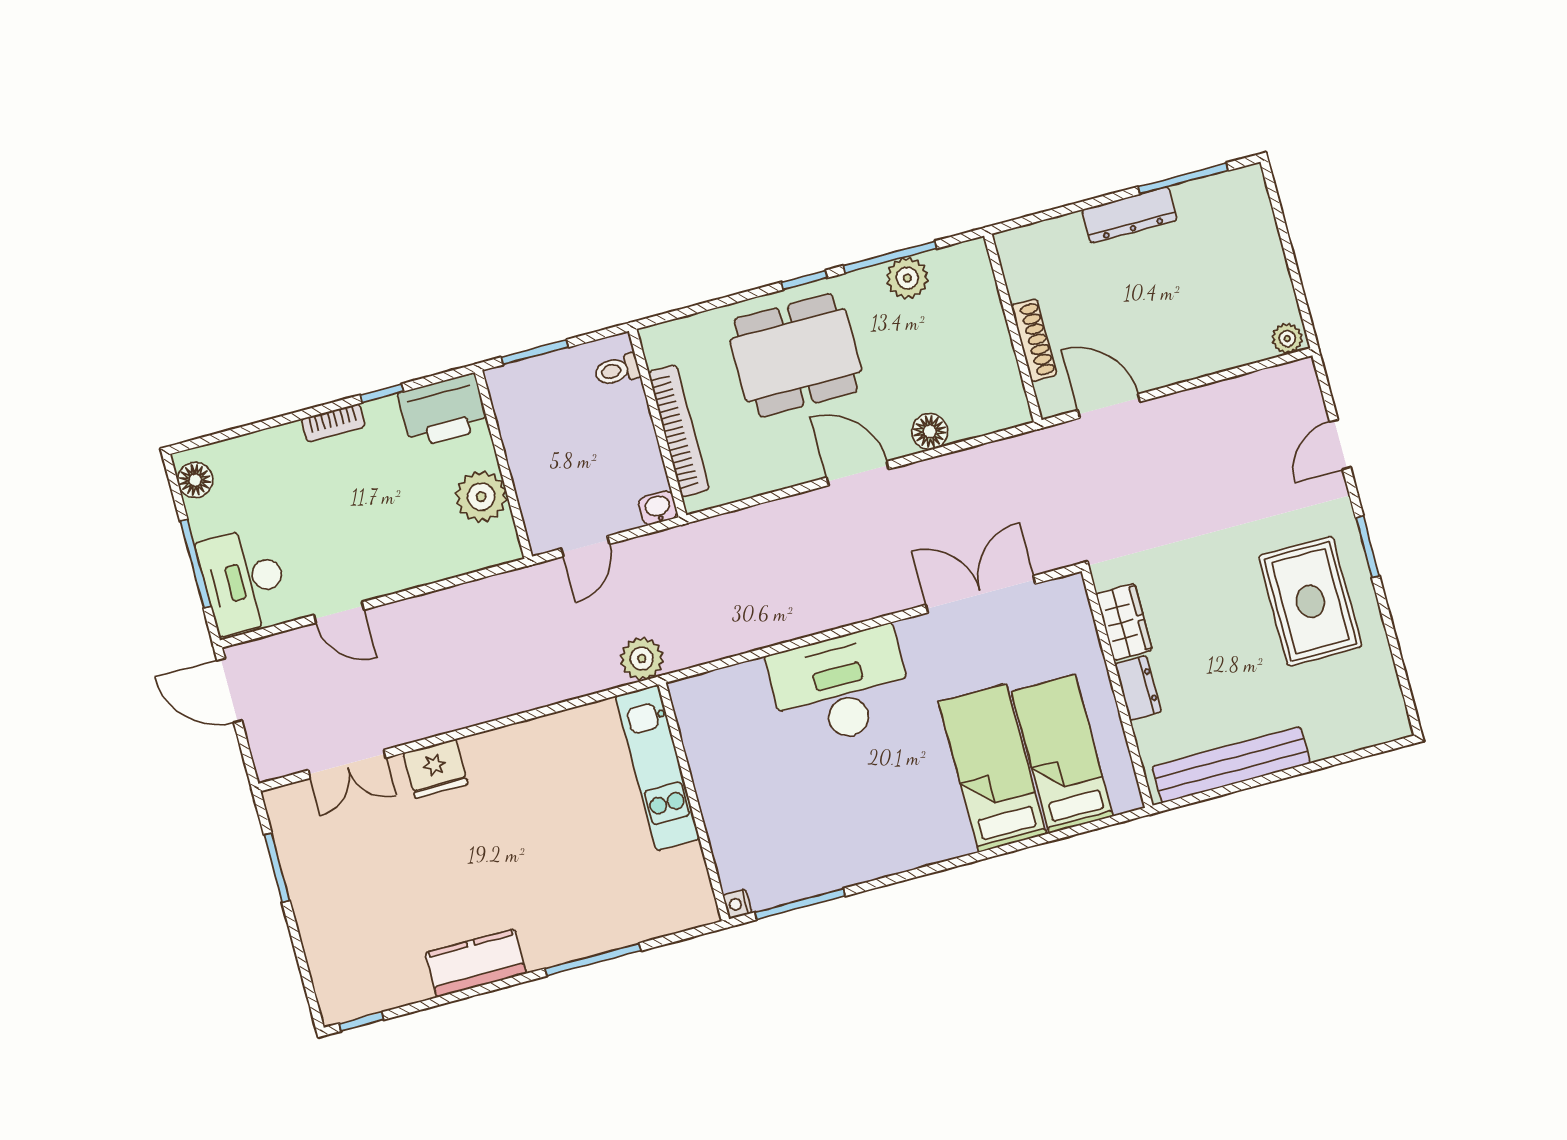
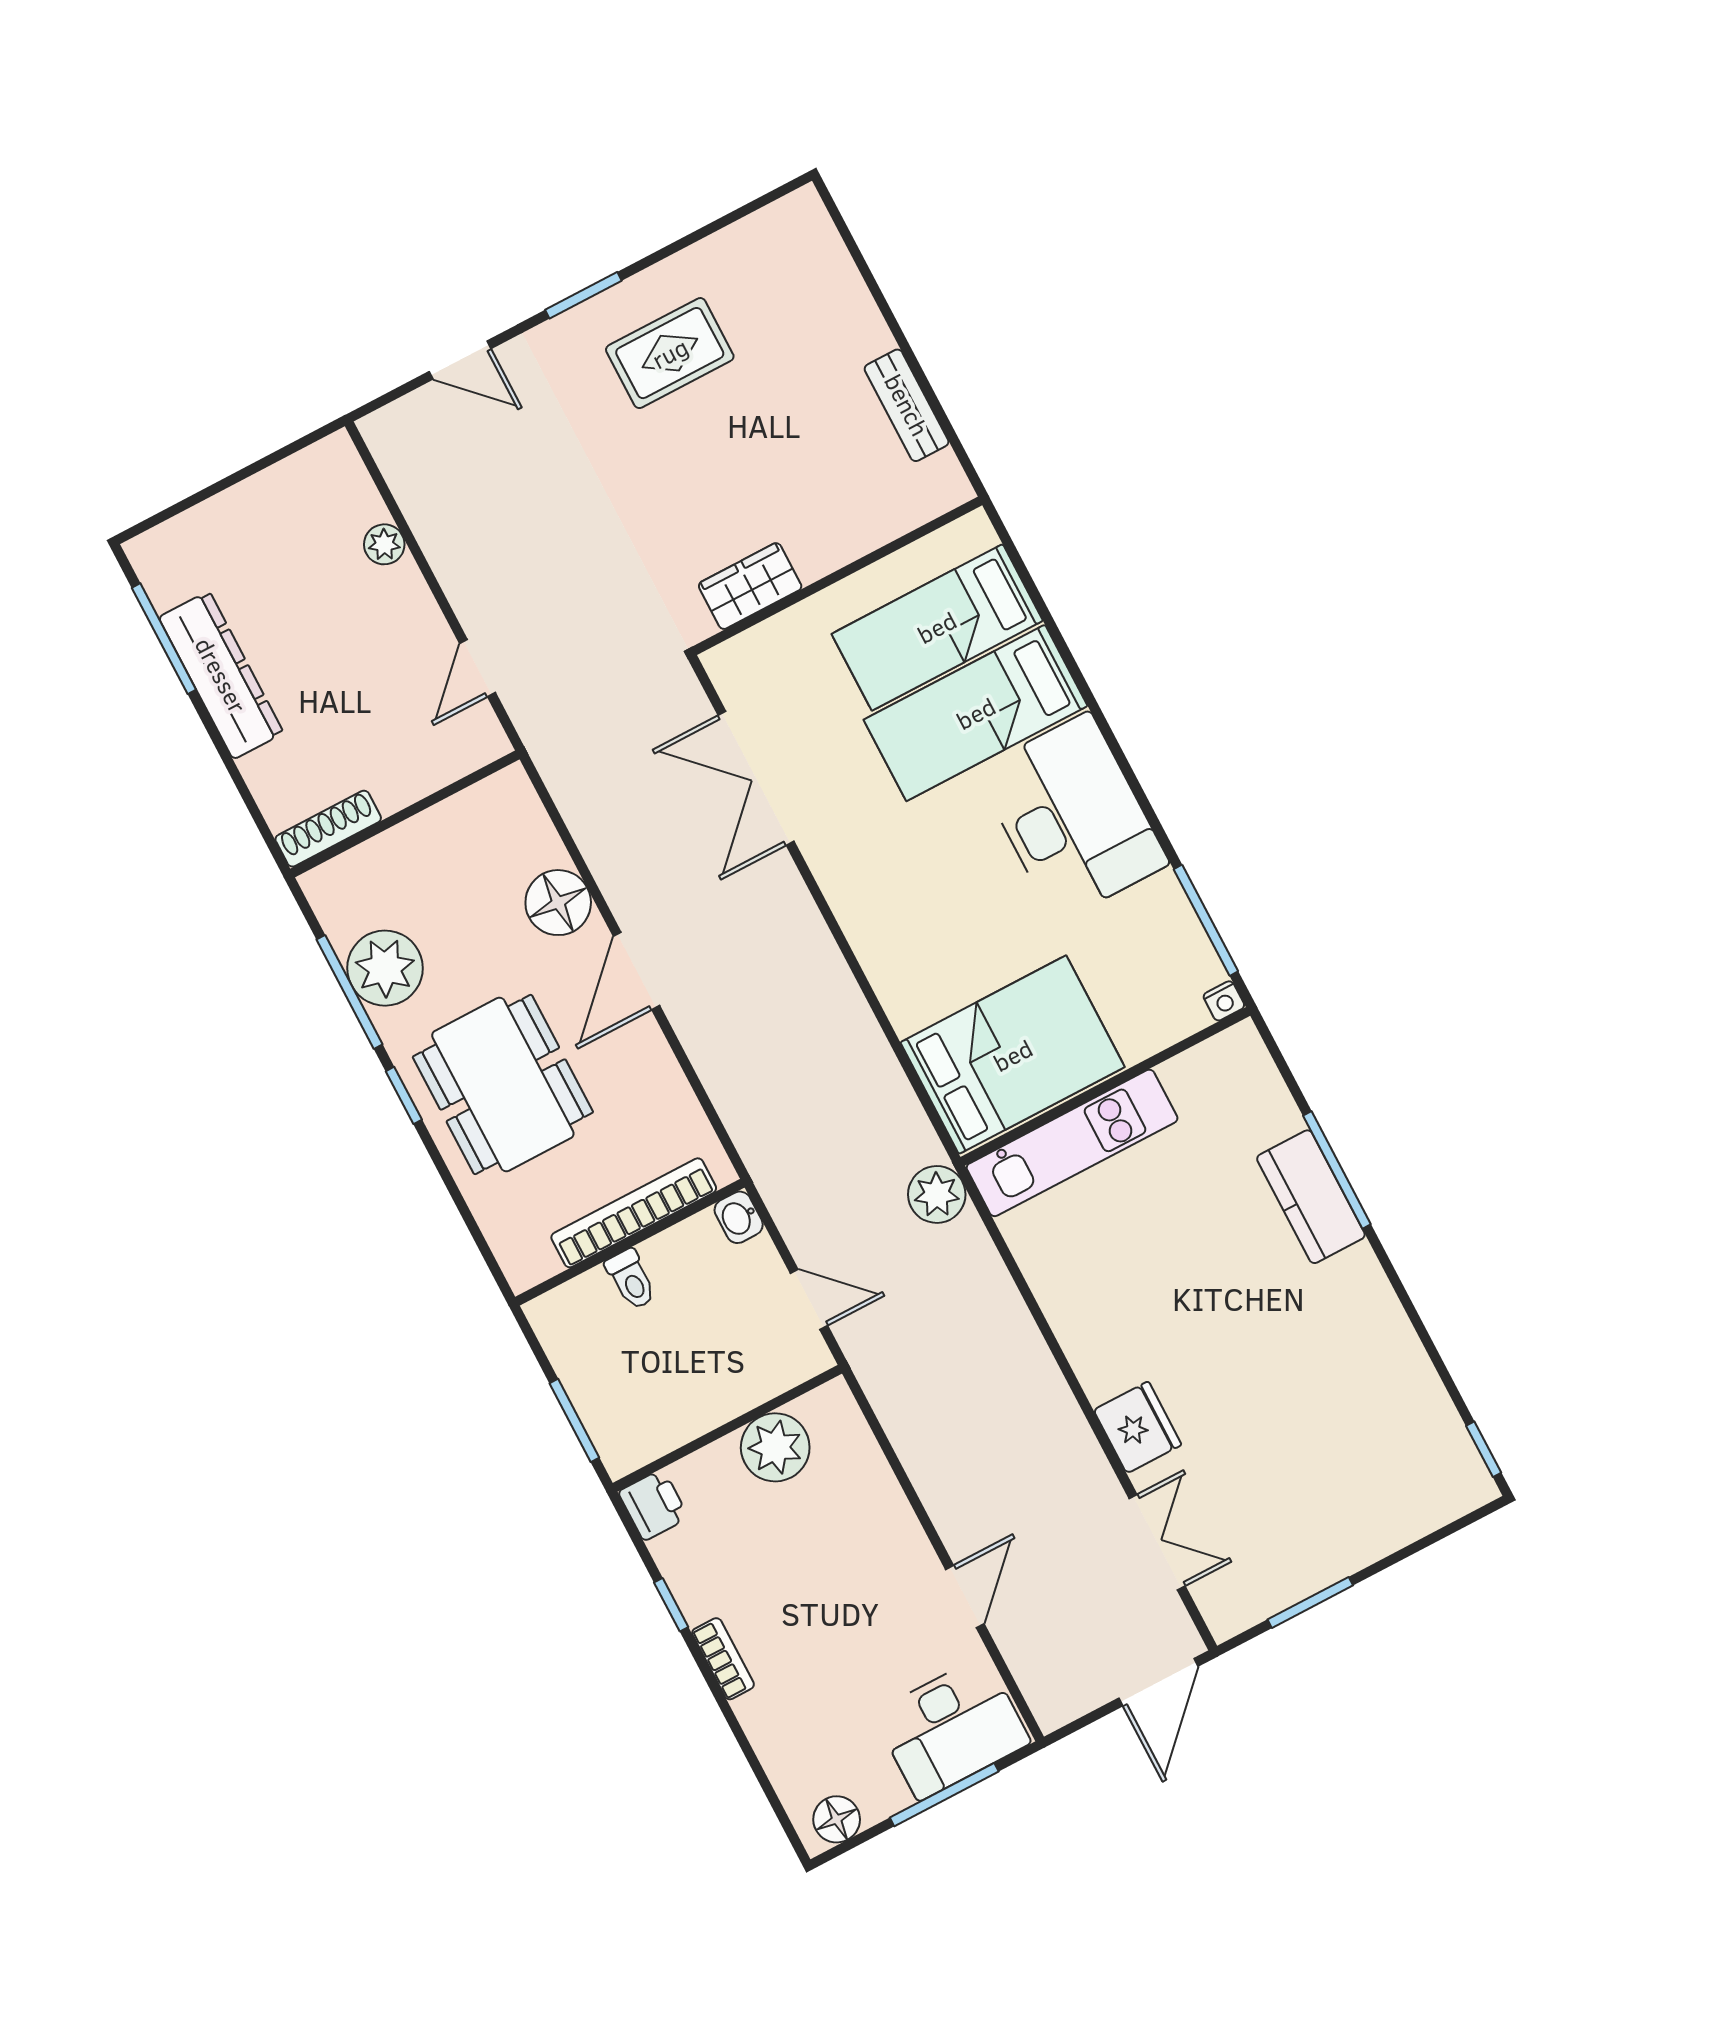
dresser: (1129, 215) -> (221, 675), width x1.37, depth x1.24
plant: (907, 278) -> (385, 968), width x1.36, depth x1.36
plant: (1287, 339) -> (384, 544), moved
shoe rack: (1034, 340) -> (328, 829), moved
toilet: (617, 370) -> (631, 1279), moved
door: (1109, 406) -> (477, 668), width x0.73
printer: (443, 411) -> (653, 1505), width x0.53, depth x0.68
floor lamp: (930, 432) -> (558, 903), width x1.38, depth x1.38
rug: (1310, 601) -> (670, 353), width x0.73, depth x0.70
desk: (841, 687) -> (1072, 817), moved, turned 180
dresser: (1138, 688) -> (831, 549), removed
door: (229, 690) -> (1158, 1682), moved
bed: (733, 738) -> (1013, 1055), added
bench: (1231, 765) -> (907, 405), width x0.54, depth x0.82
kitchen counter: (476, 963) -> (1311, 1197), moved

